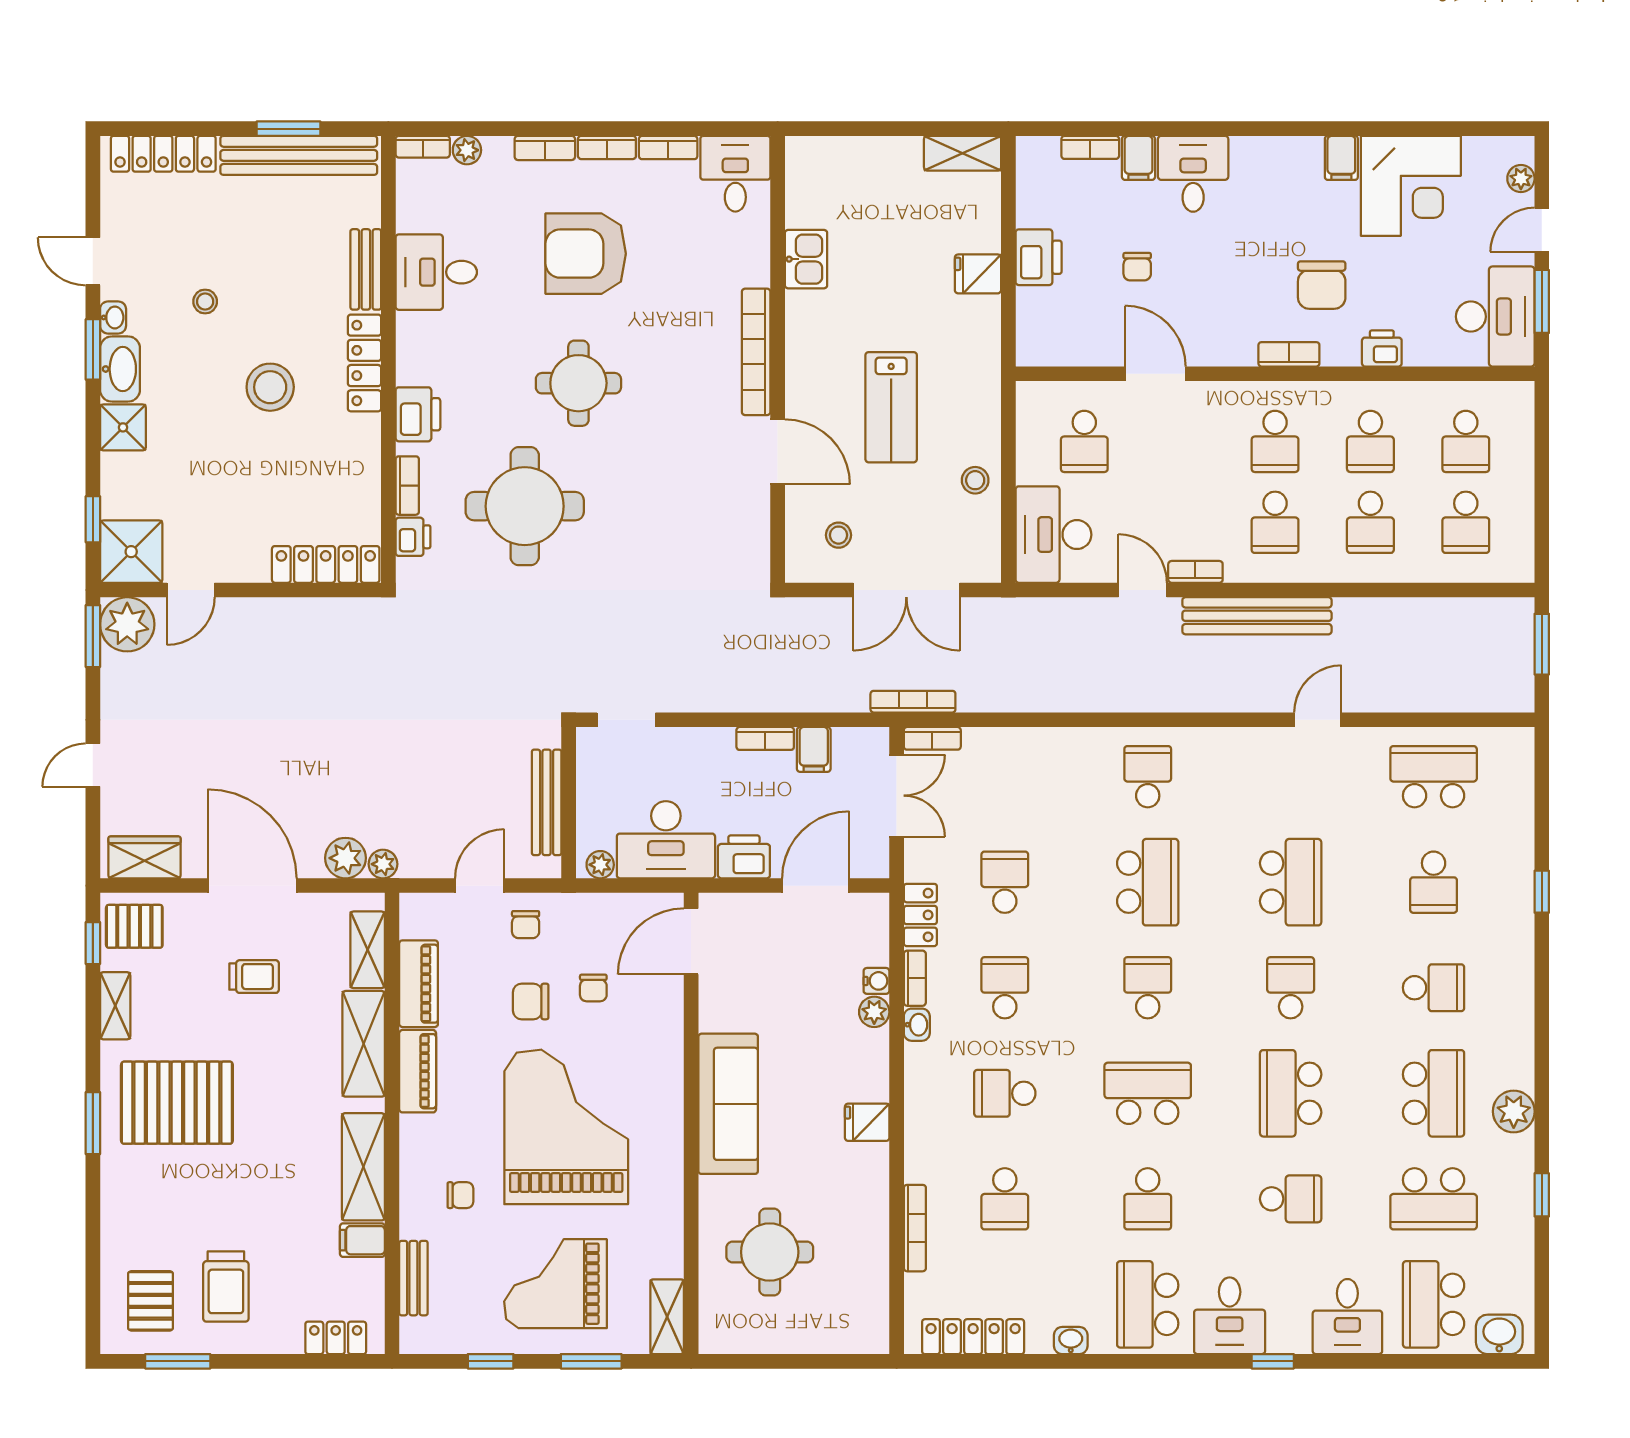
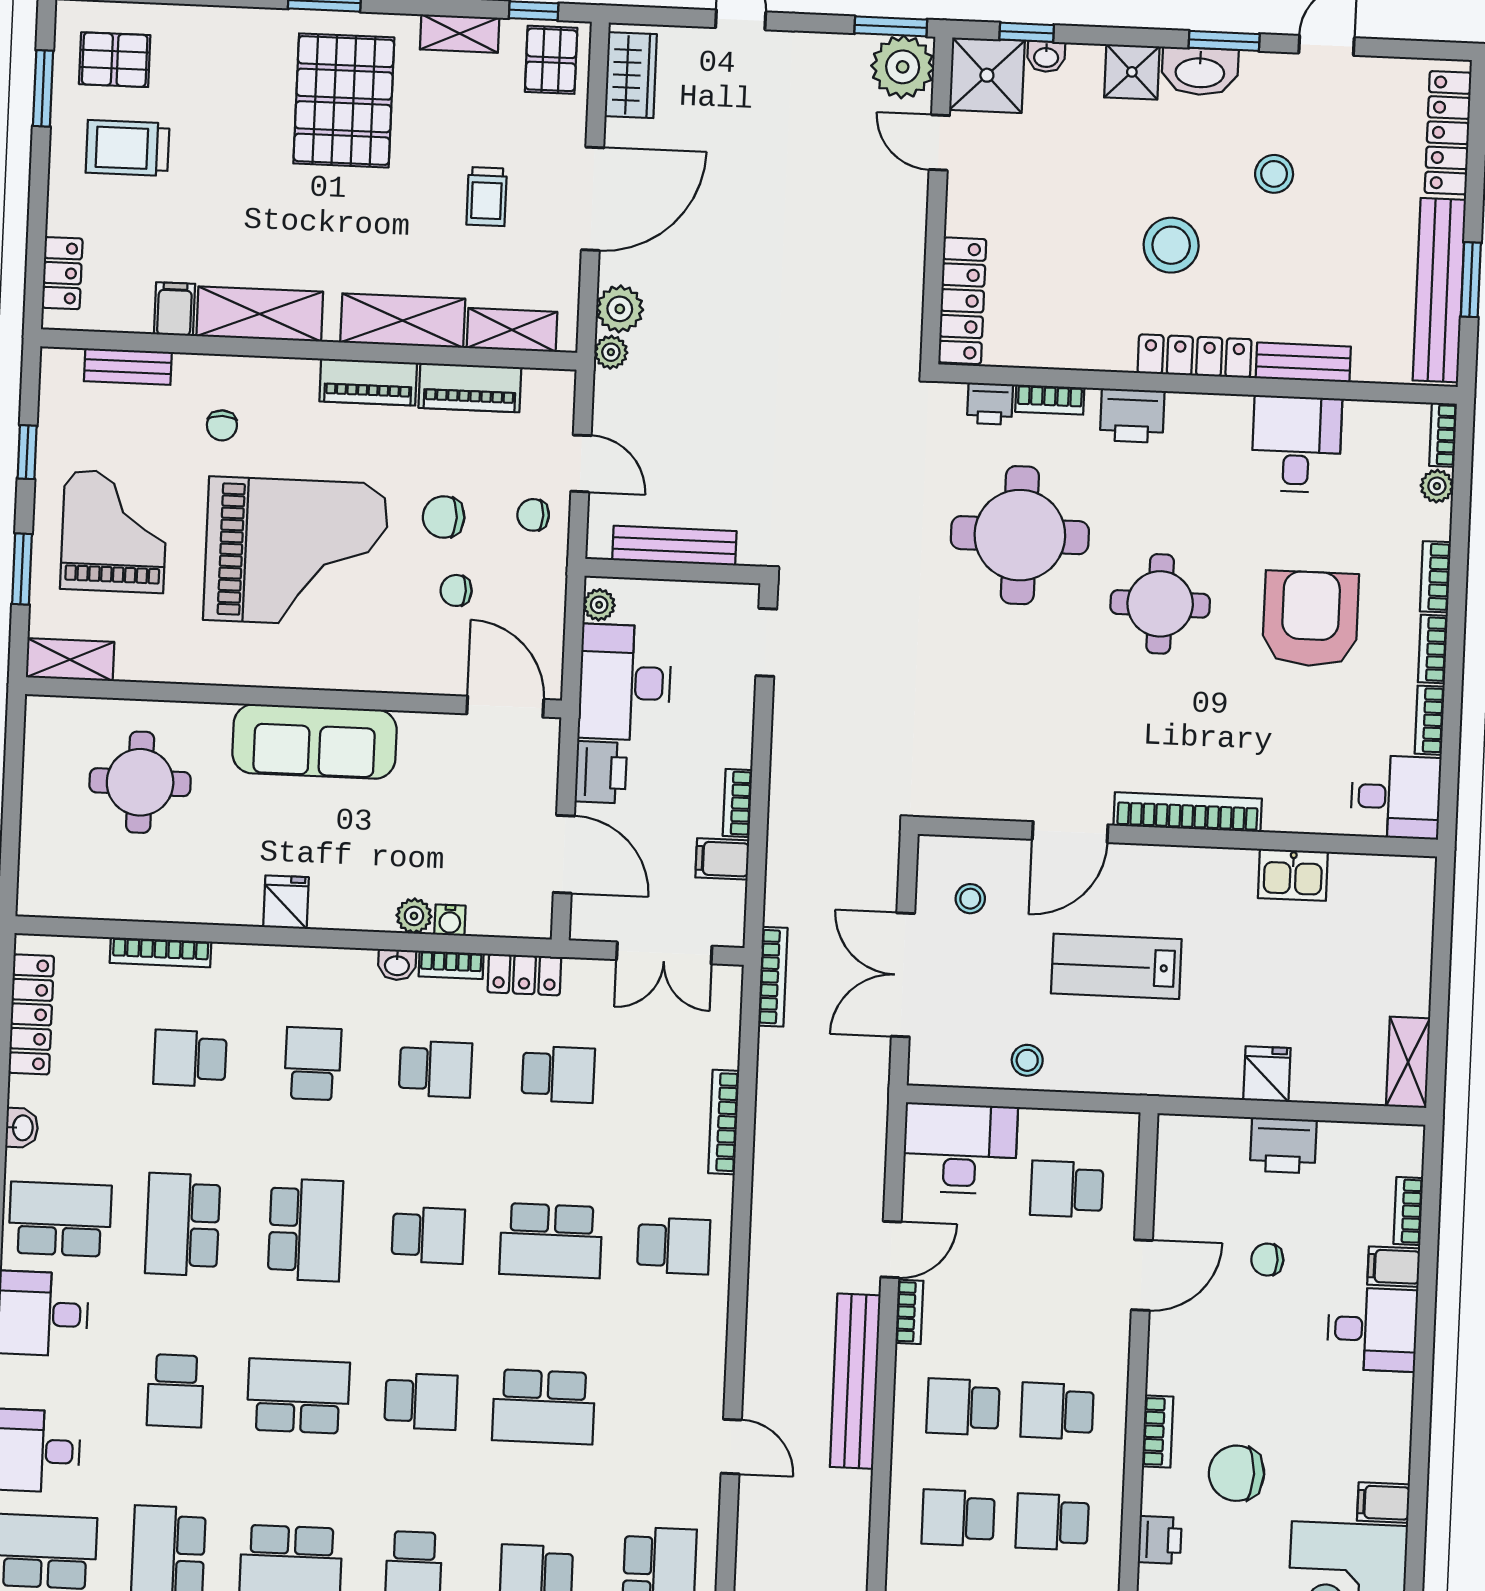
stool: (205, 302) -> (1274, 174), width x1.37, depth x1.37
washbasin: (113, 317) -> (1046, 57), moved
bookcase: (932, 738) -> (724, 1122), moved, width x1.56
chair: (531, 1001) -> (444, 517), turned -90
school desk: (1148, 1199) -> (183, 1224), width x1.85

